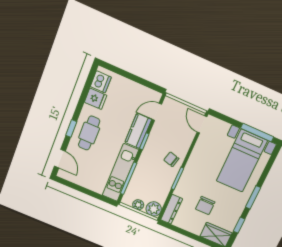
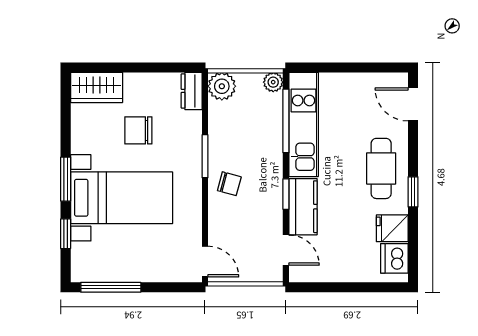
door: (157, 112) -> (286, 250), hinge flipped
window: (71, 129) -> (413, 192), moved
bed with nightstands: (242, 161) -> (122, 198), moved, turned 90
plant: (138, 205) -> (273, 82), moved
chair: (205, 206) -> (138, 130), turned -90
dresser: (172, 209) -> (192, 91), width x0.70
window: (239, 225) -> (66, 234), moved

